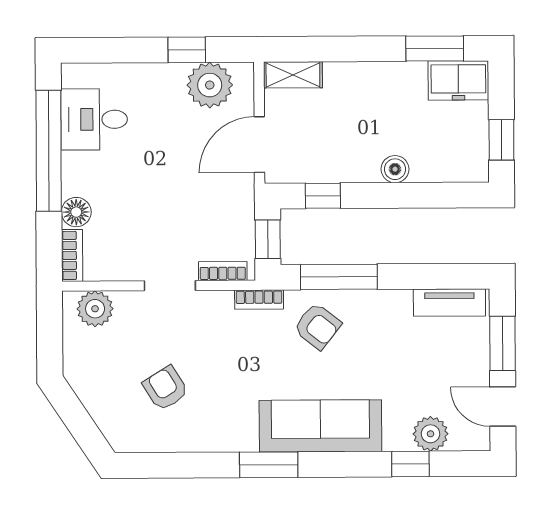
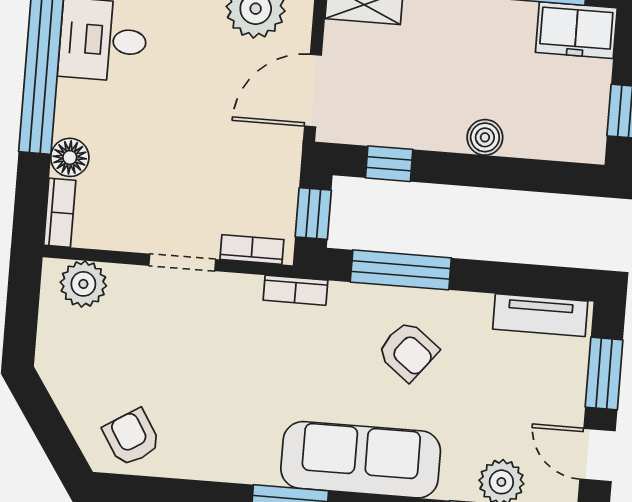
armchair: (317, 326) -> (408, 351), moved
armchair: (165, 388) -> (132, 437), moved

